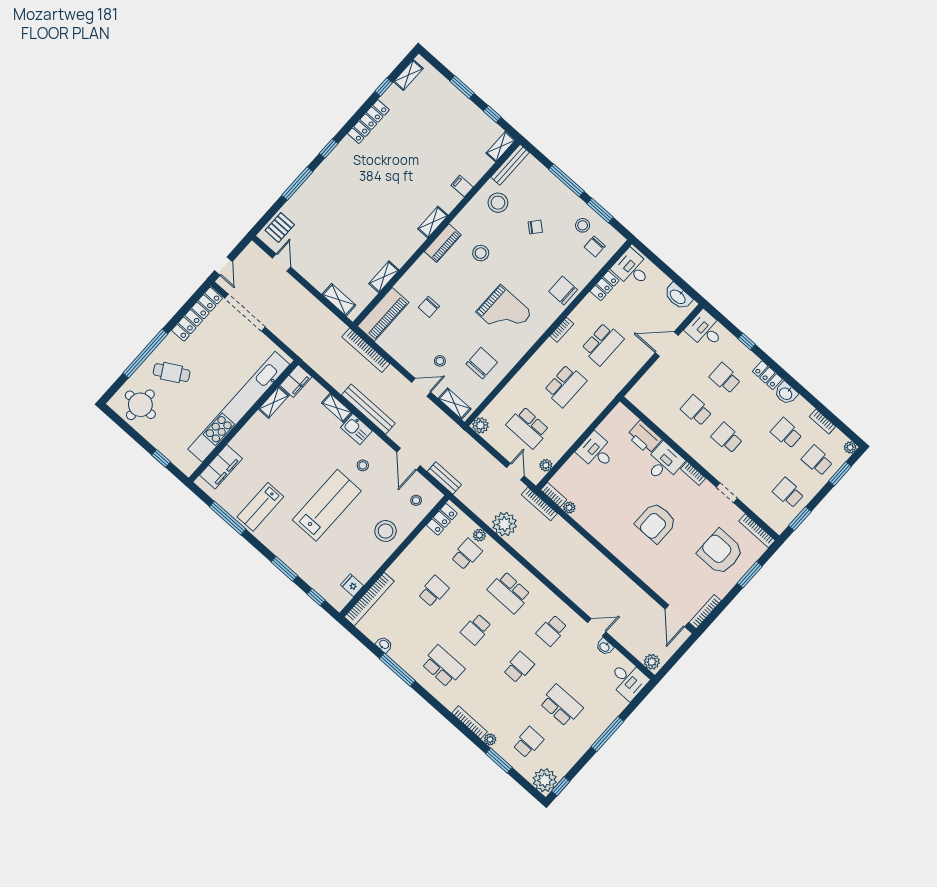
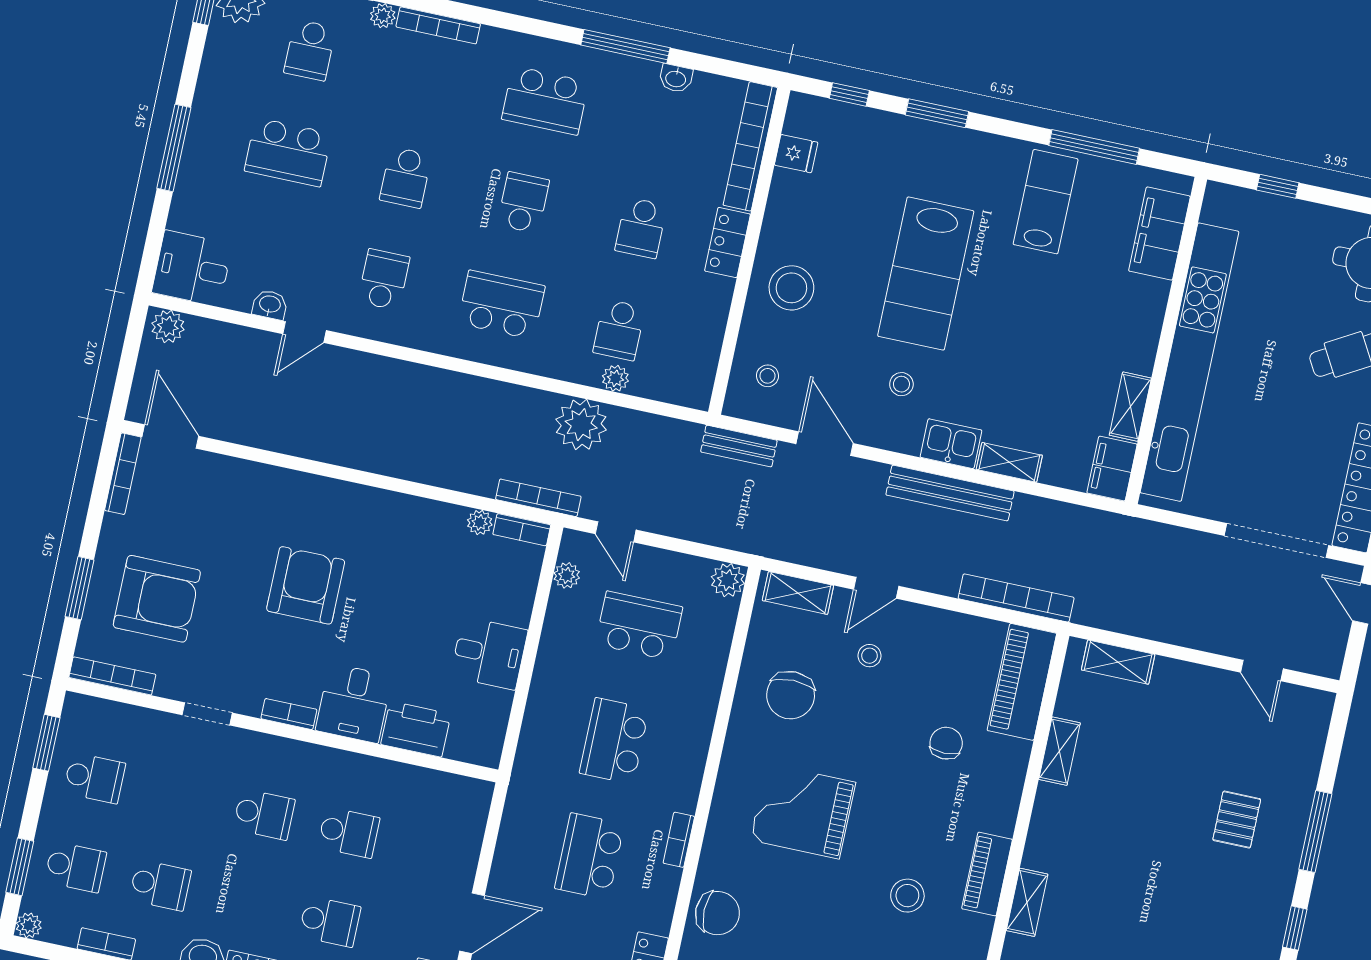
pallet: (280, 228) -> (1237, 820), moved
locker: (442, 519) -> (727, 243), moved

